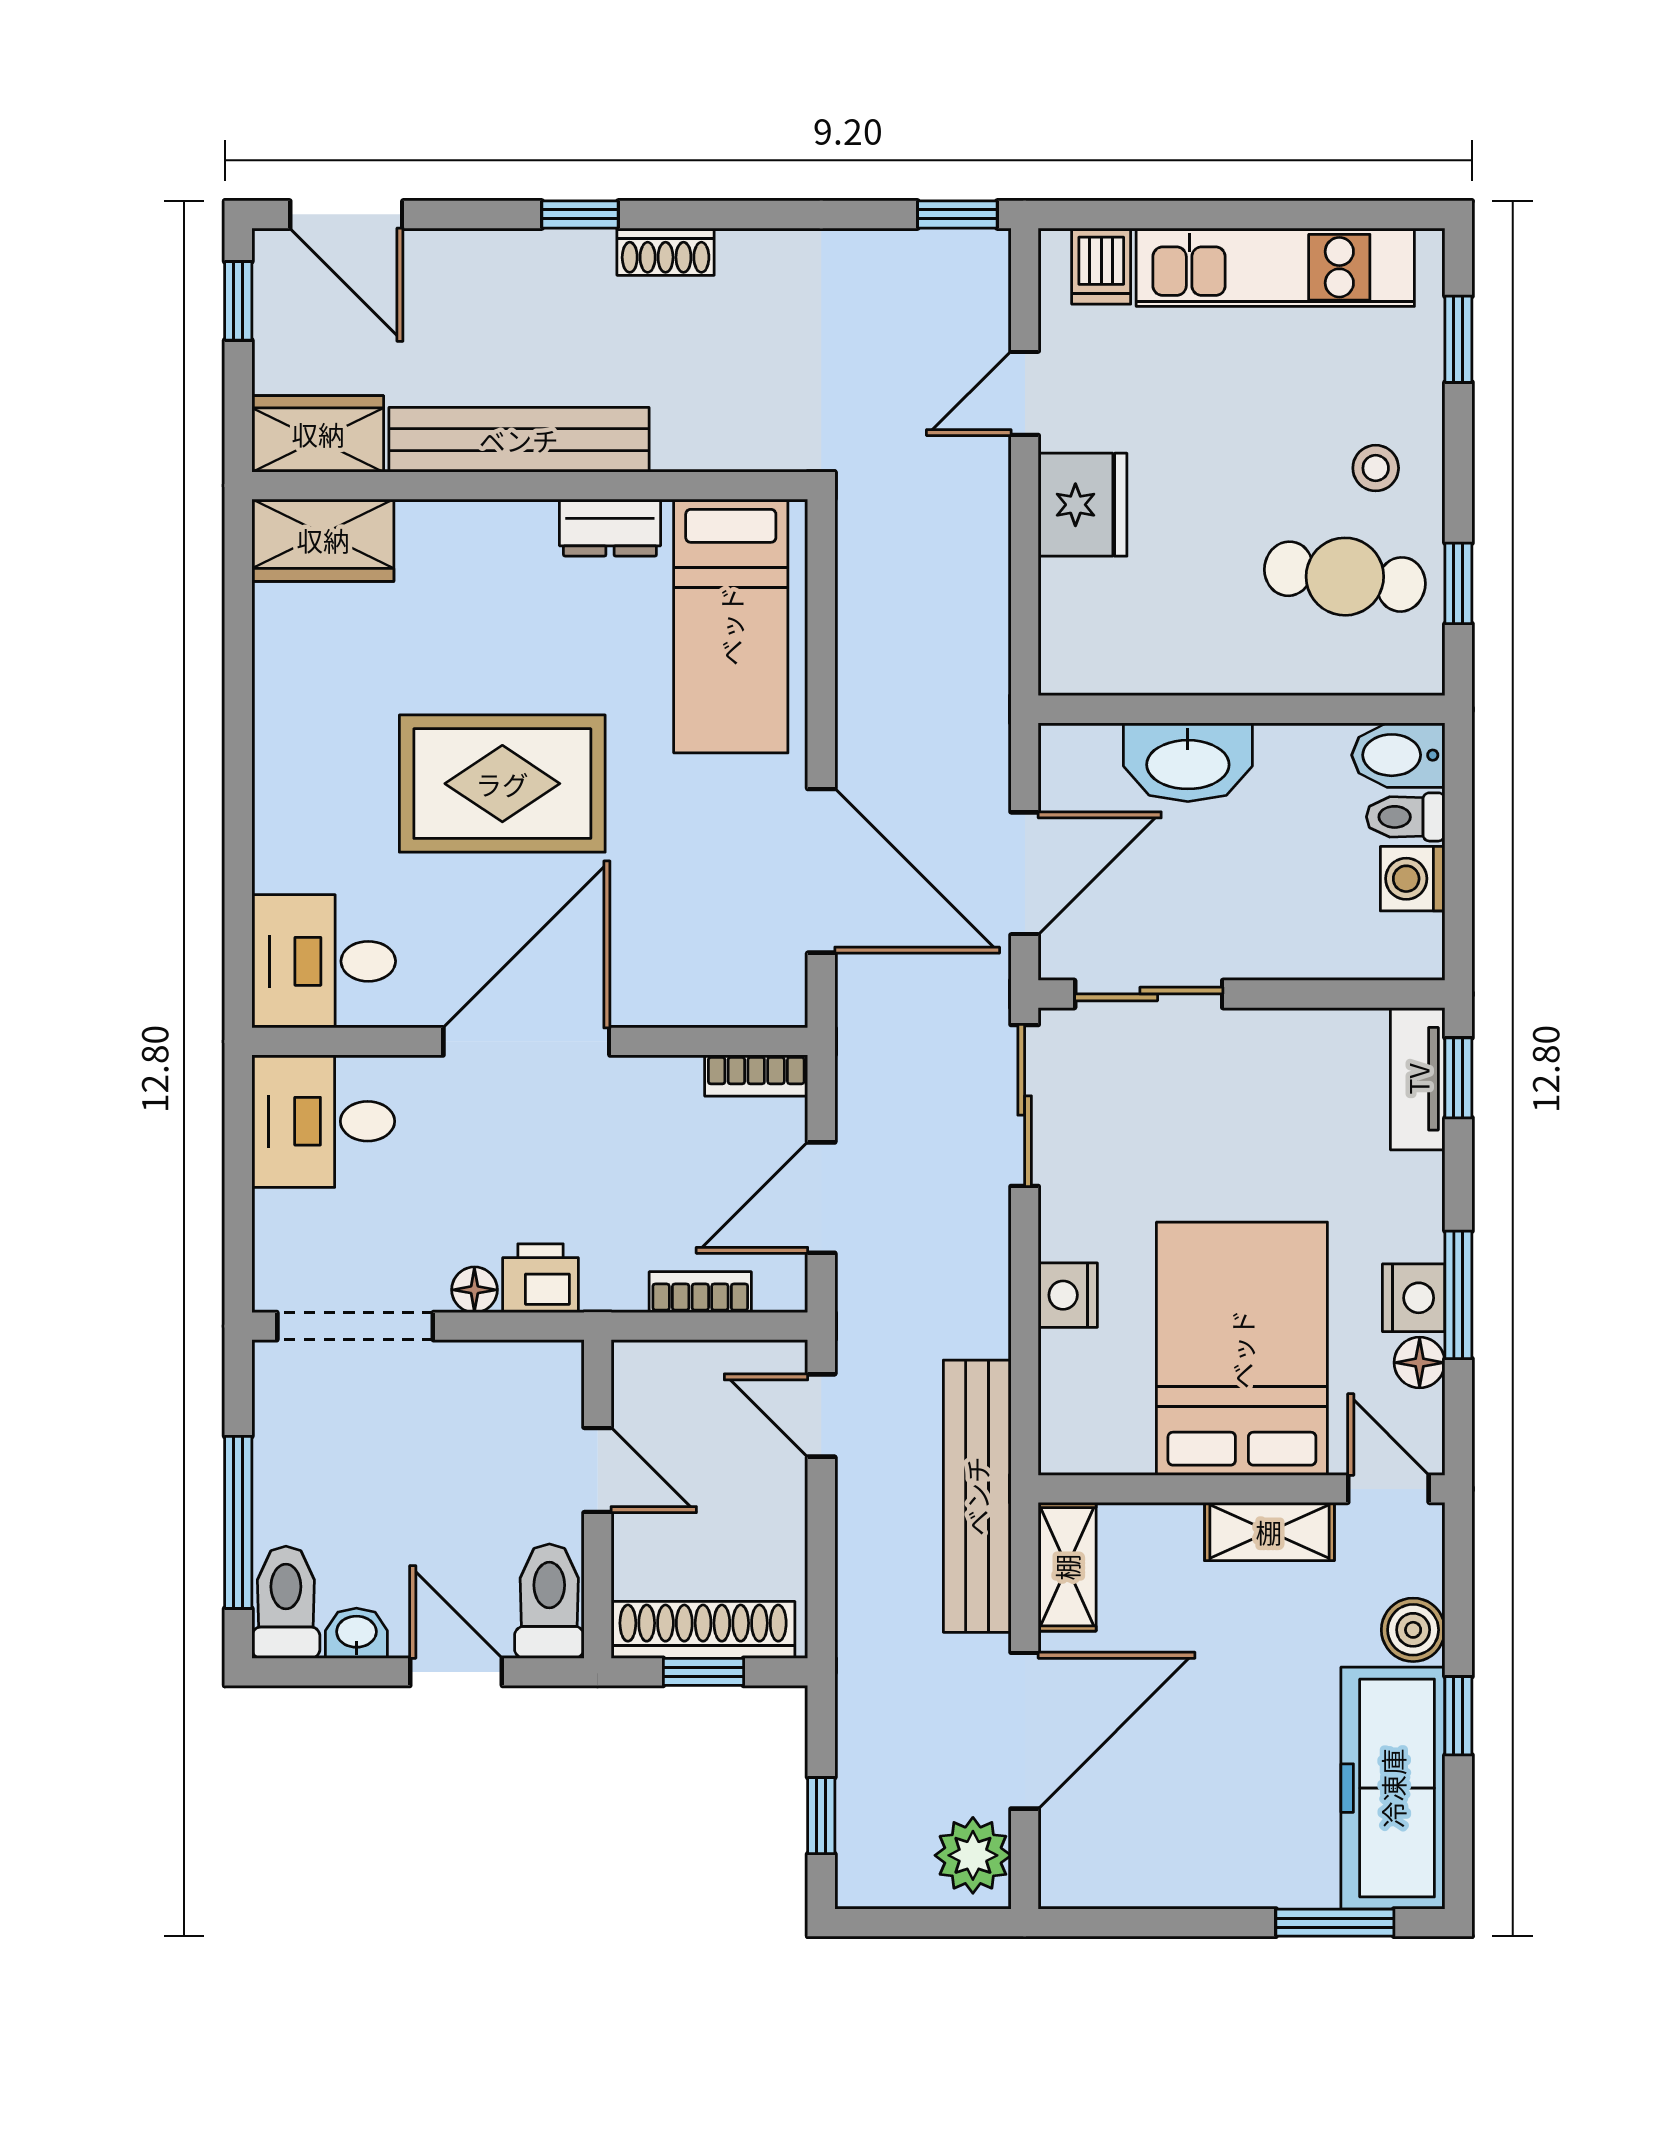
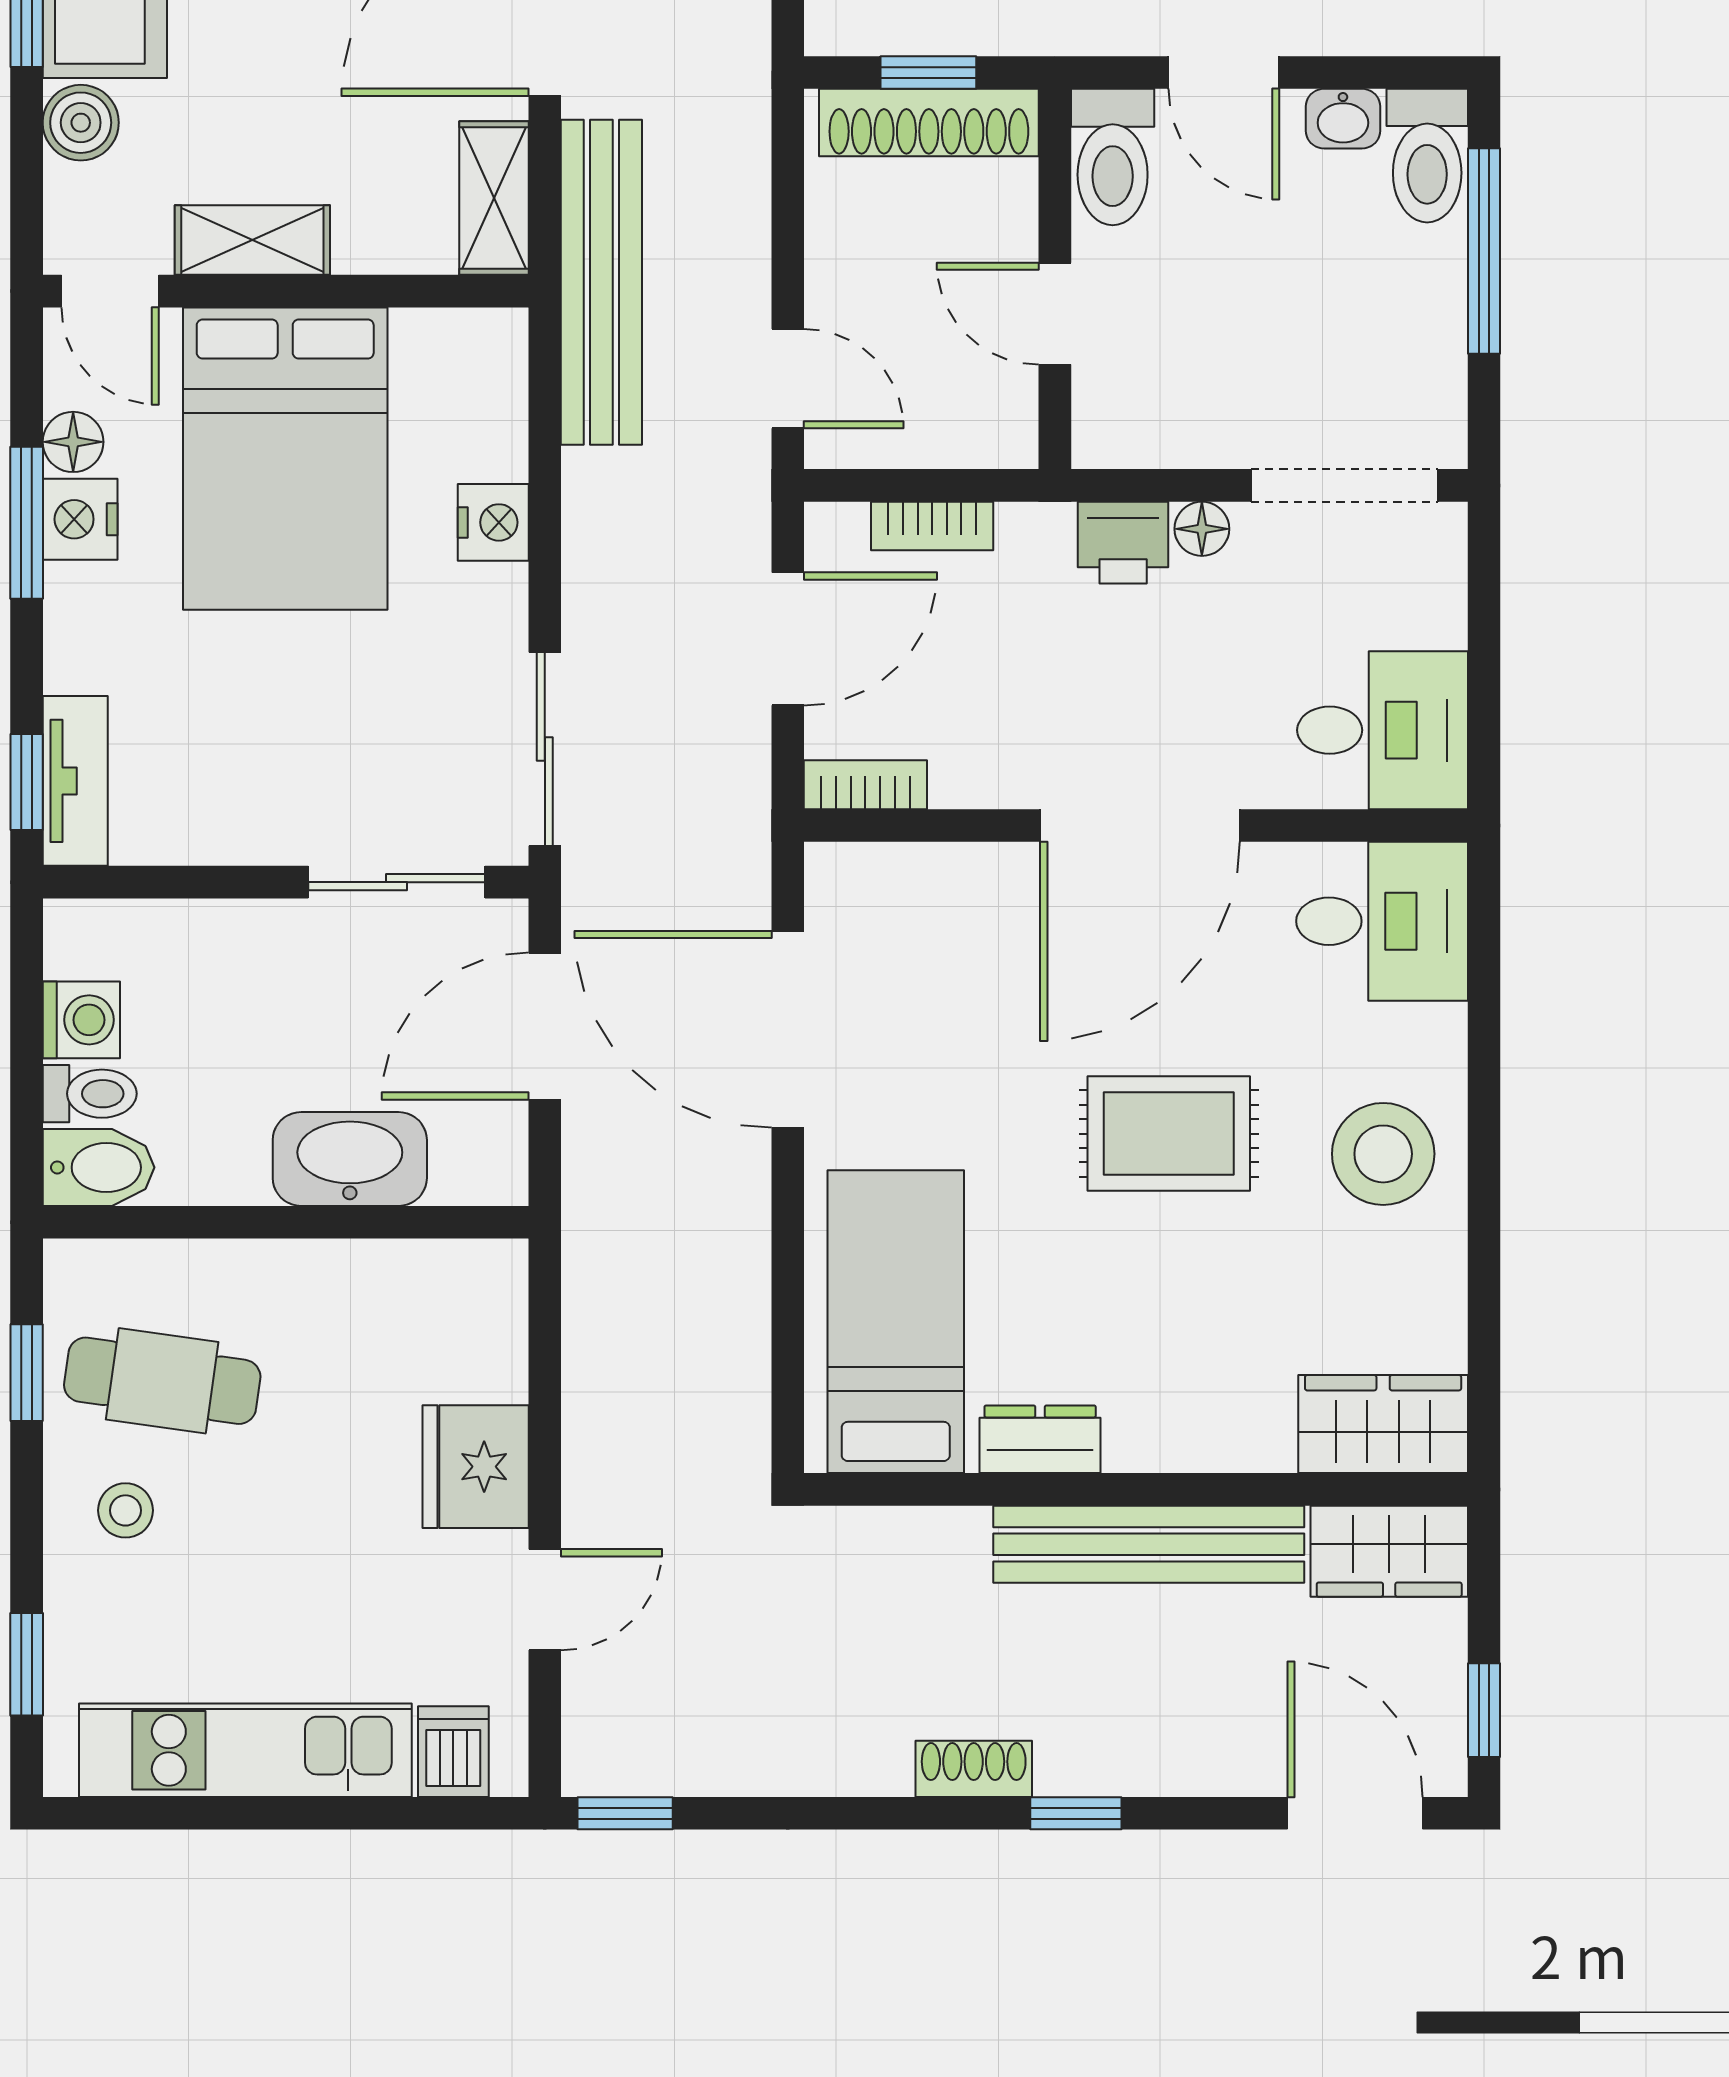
stool: (323, 766) -> (1383, 1154), added
rug: (502, 784) -> (1169, 1134), width x0.73, depth x0.70

